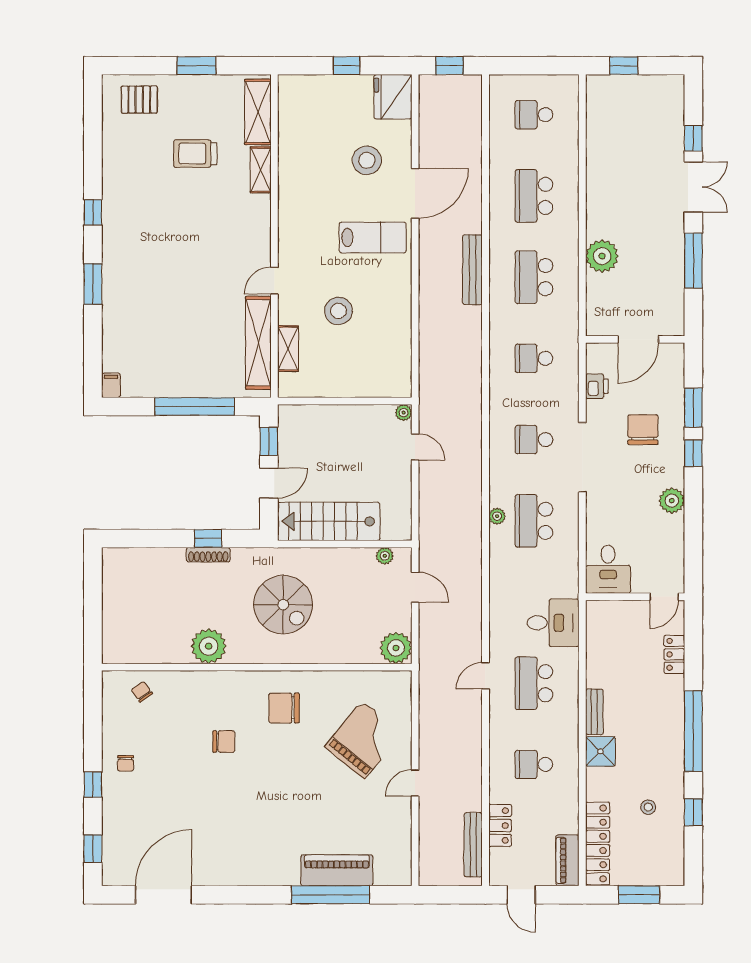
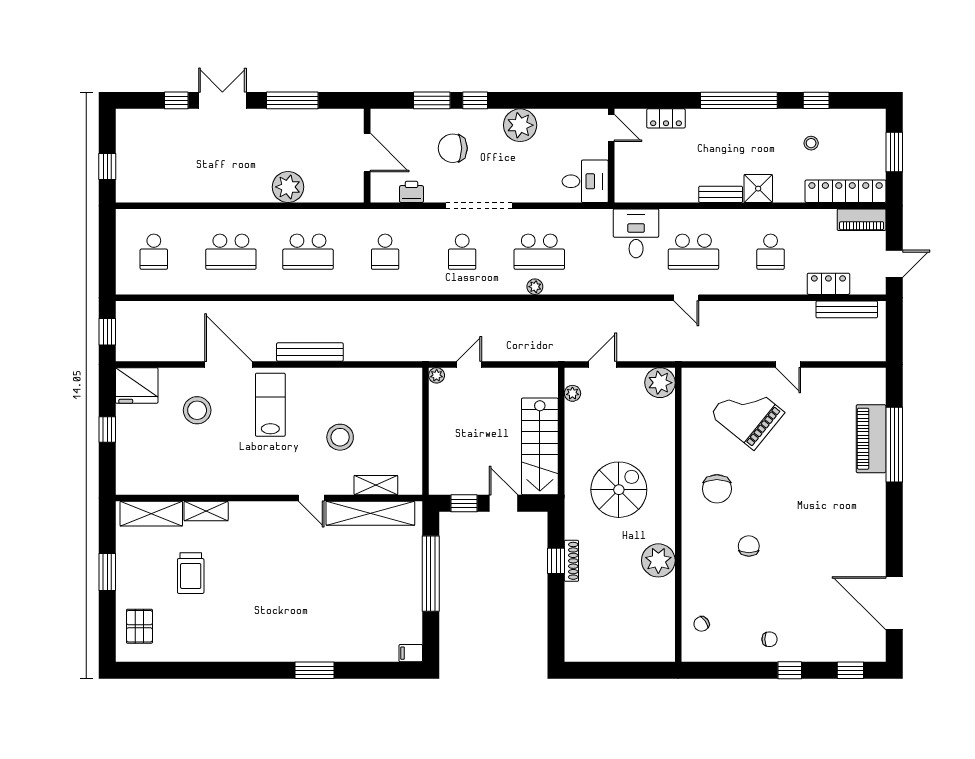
window: (93, 212) -> (247, 670), removed
bench: (472, 270) -> (310, 352), moved
plant: (672, 501) -> (520, 125), width x1.36, depth x1.36

